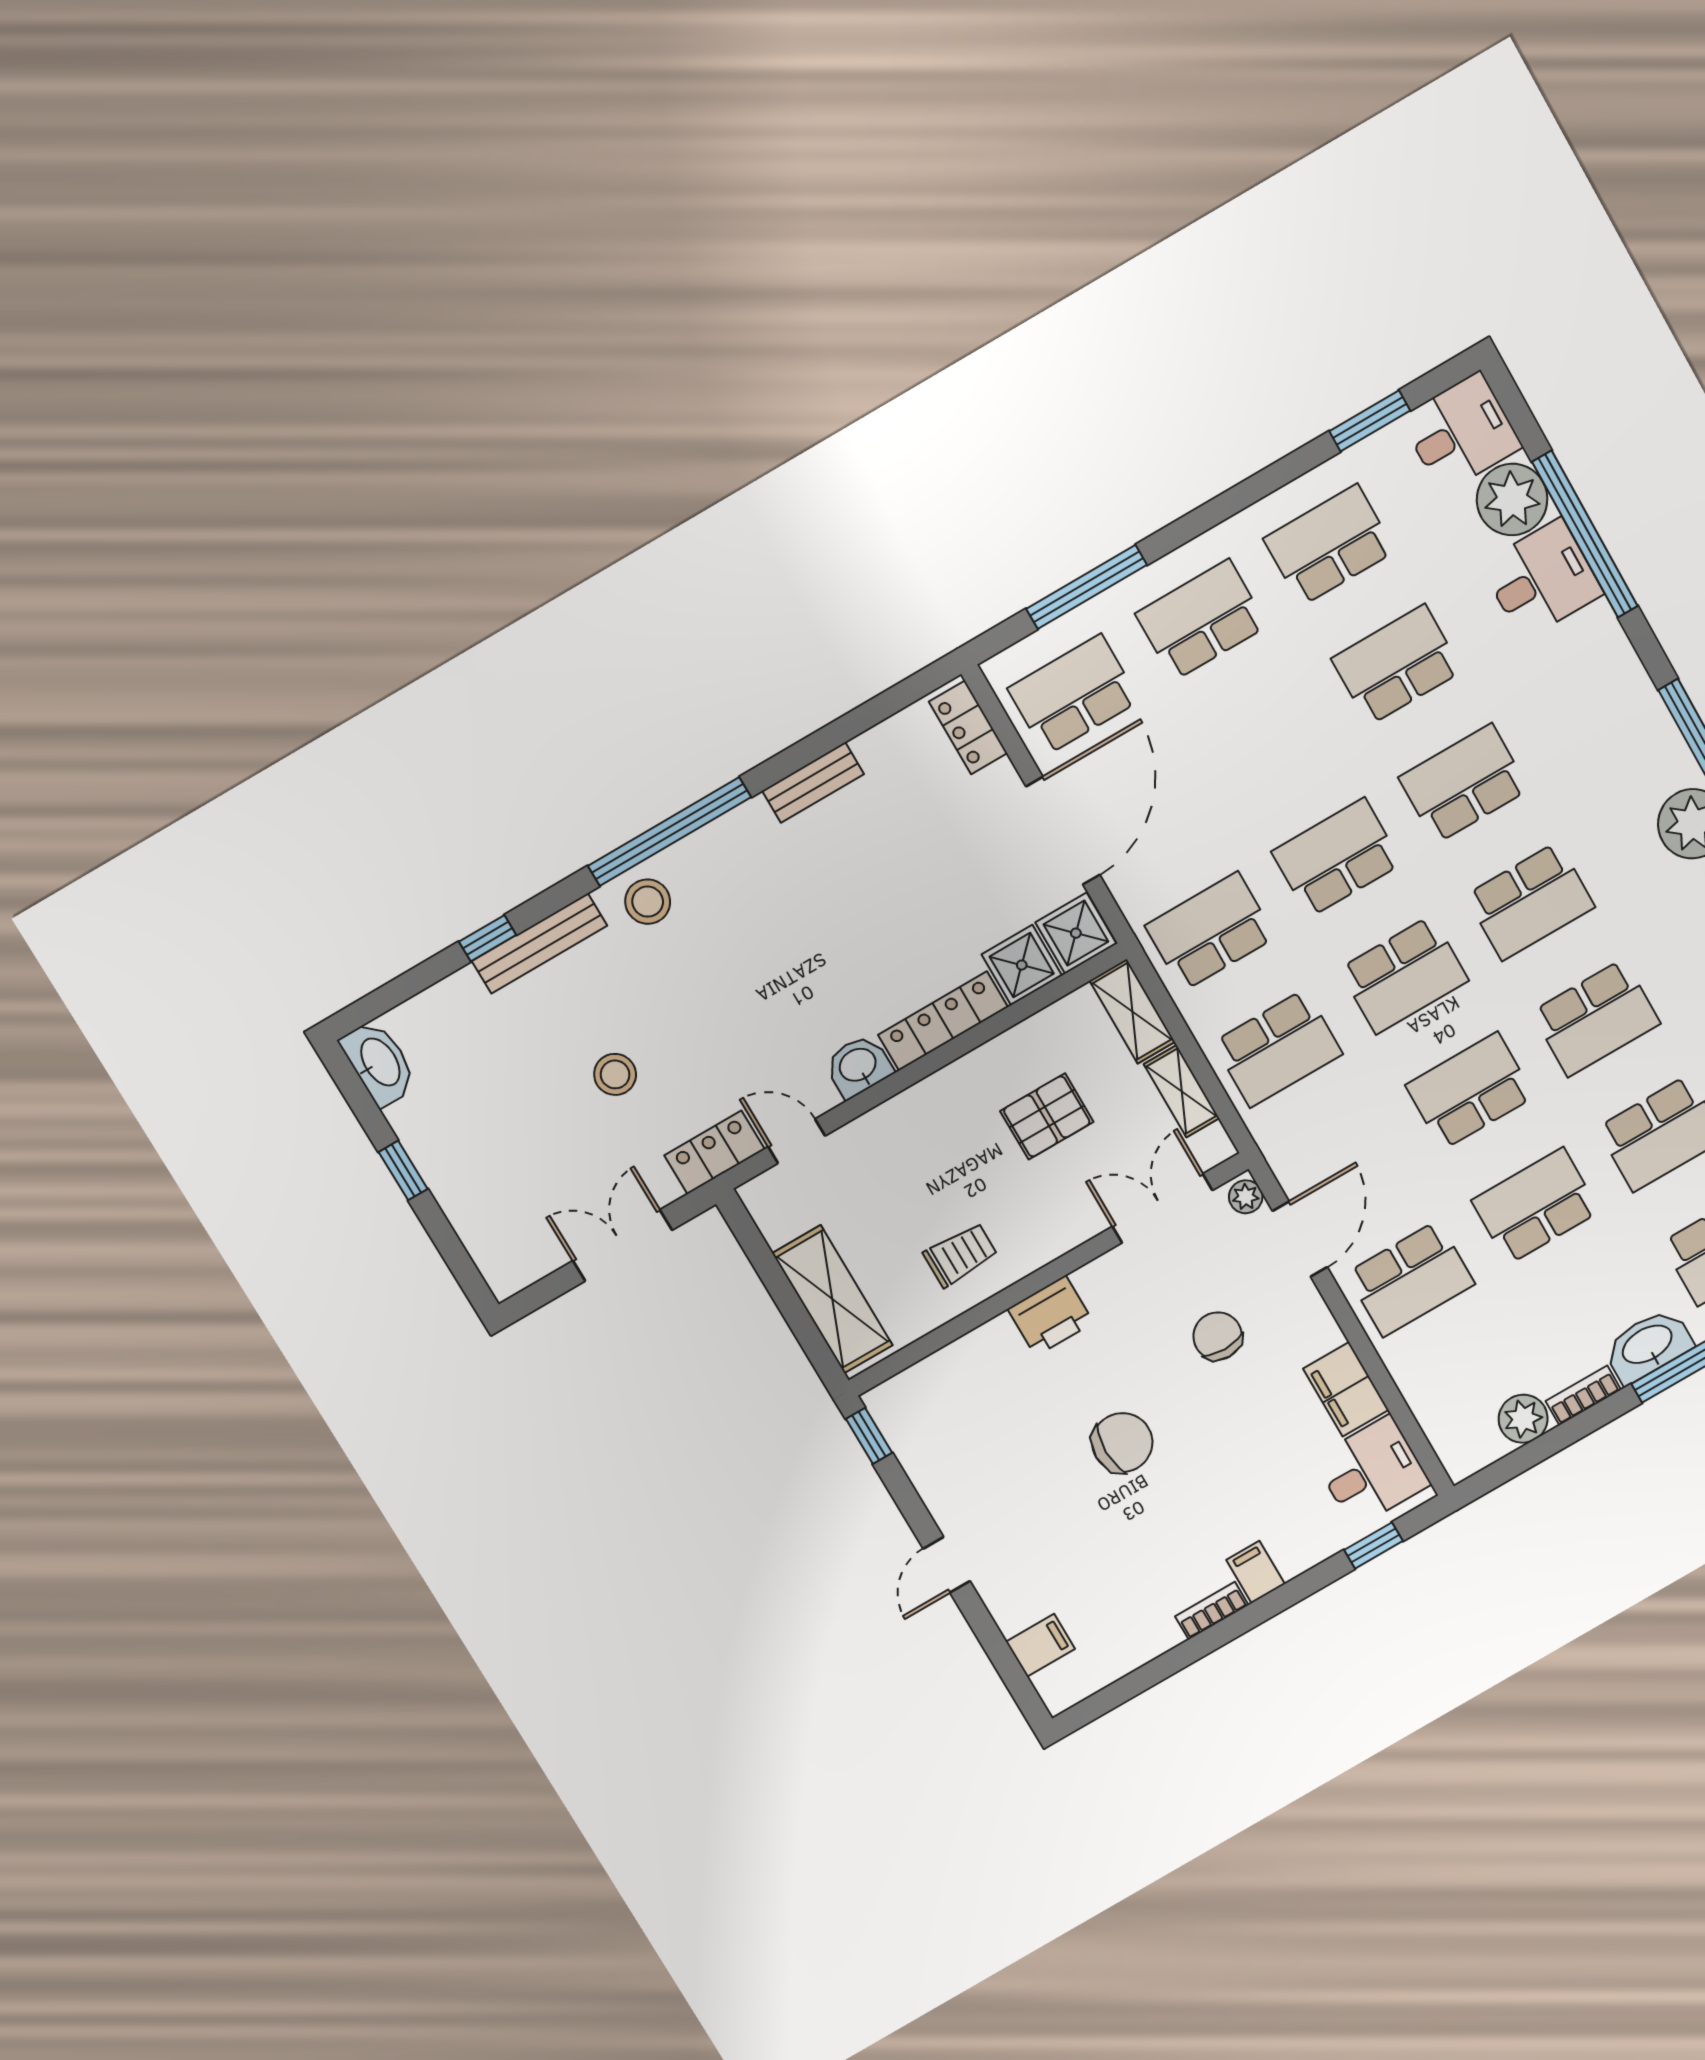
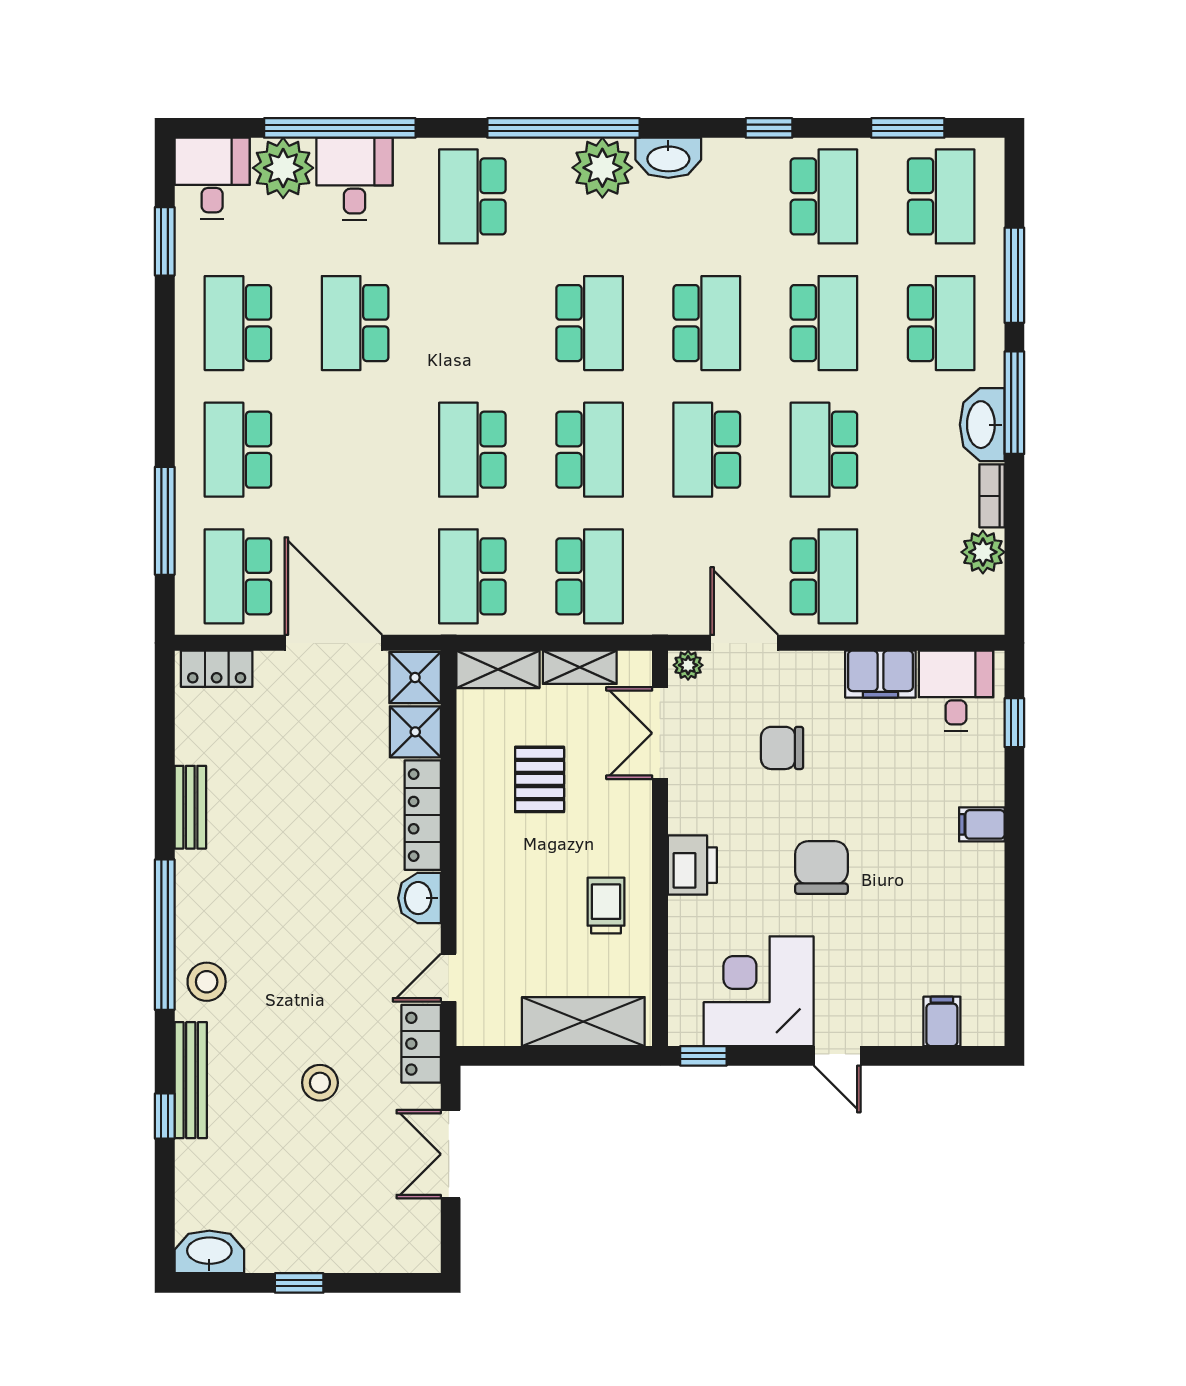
school desk: (1464, 784) -> (472, 196), moved
corner desk: (965, 1452) -> (759, 991), added
bookcase: (1212, 1611) -> (992, 875), removed

